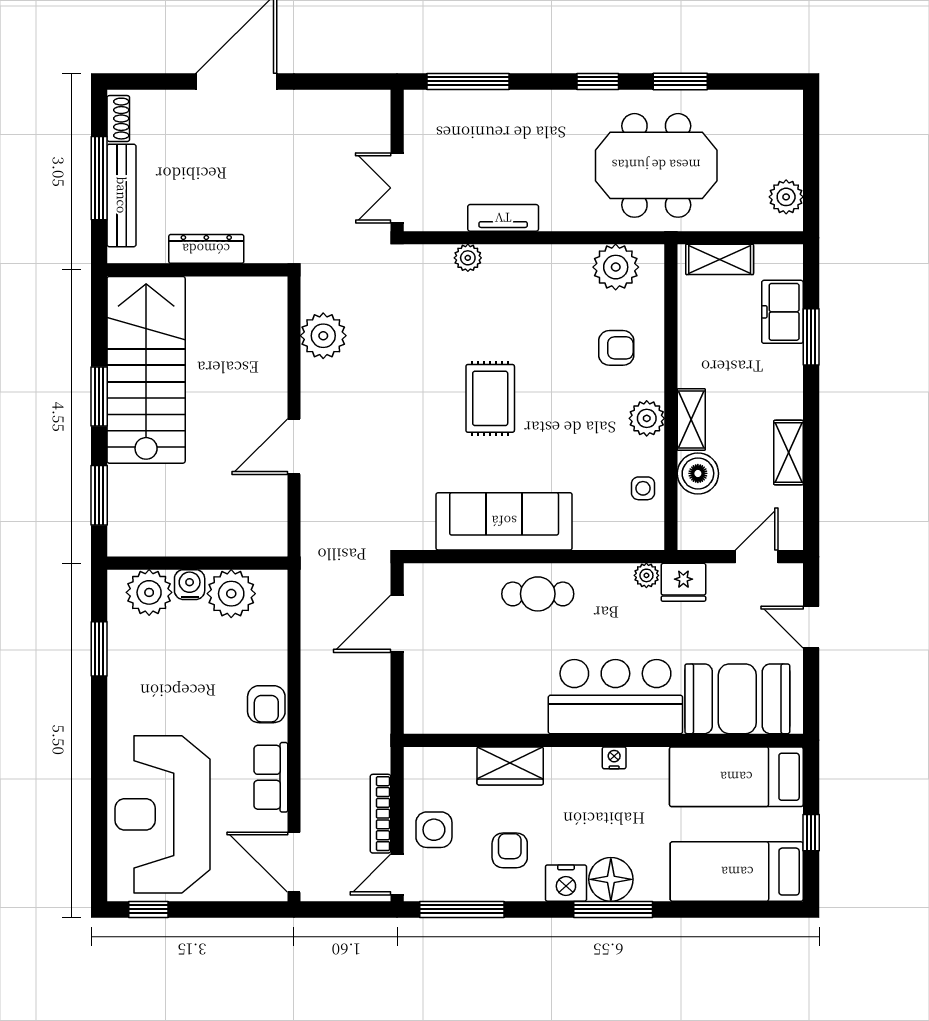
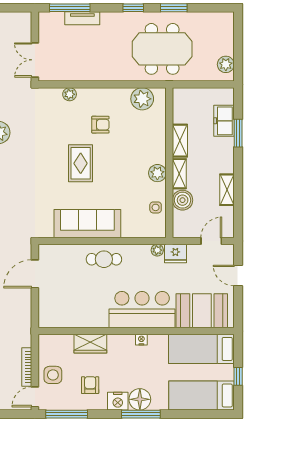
tv unit: (503, 218) -> (82, 18), moved, turned 180
shelving: (720, 259) -> (180, 141), moved, turned 90
armchair: (616, 348) -> (100, 125), moved

